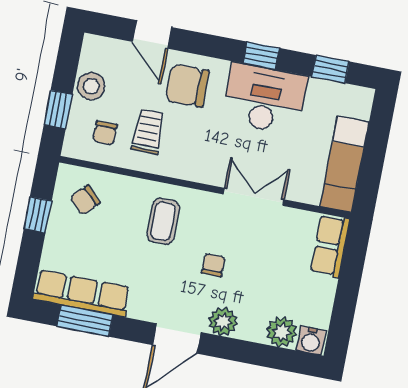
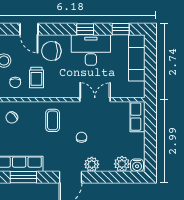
trolley: (148, 131) -> (36, 77), turned 180
exam couch: (344, 164) -> (137, 58), moved

